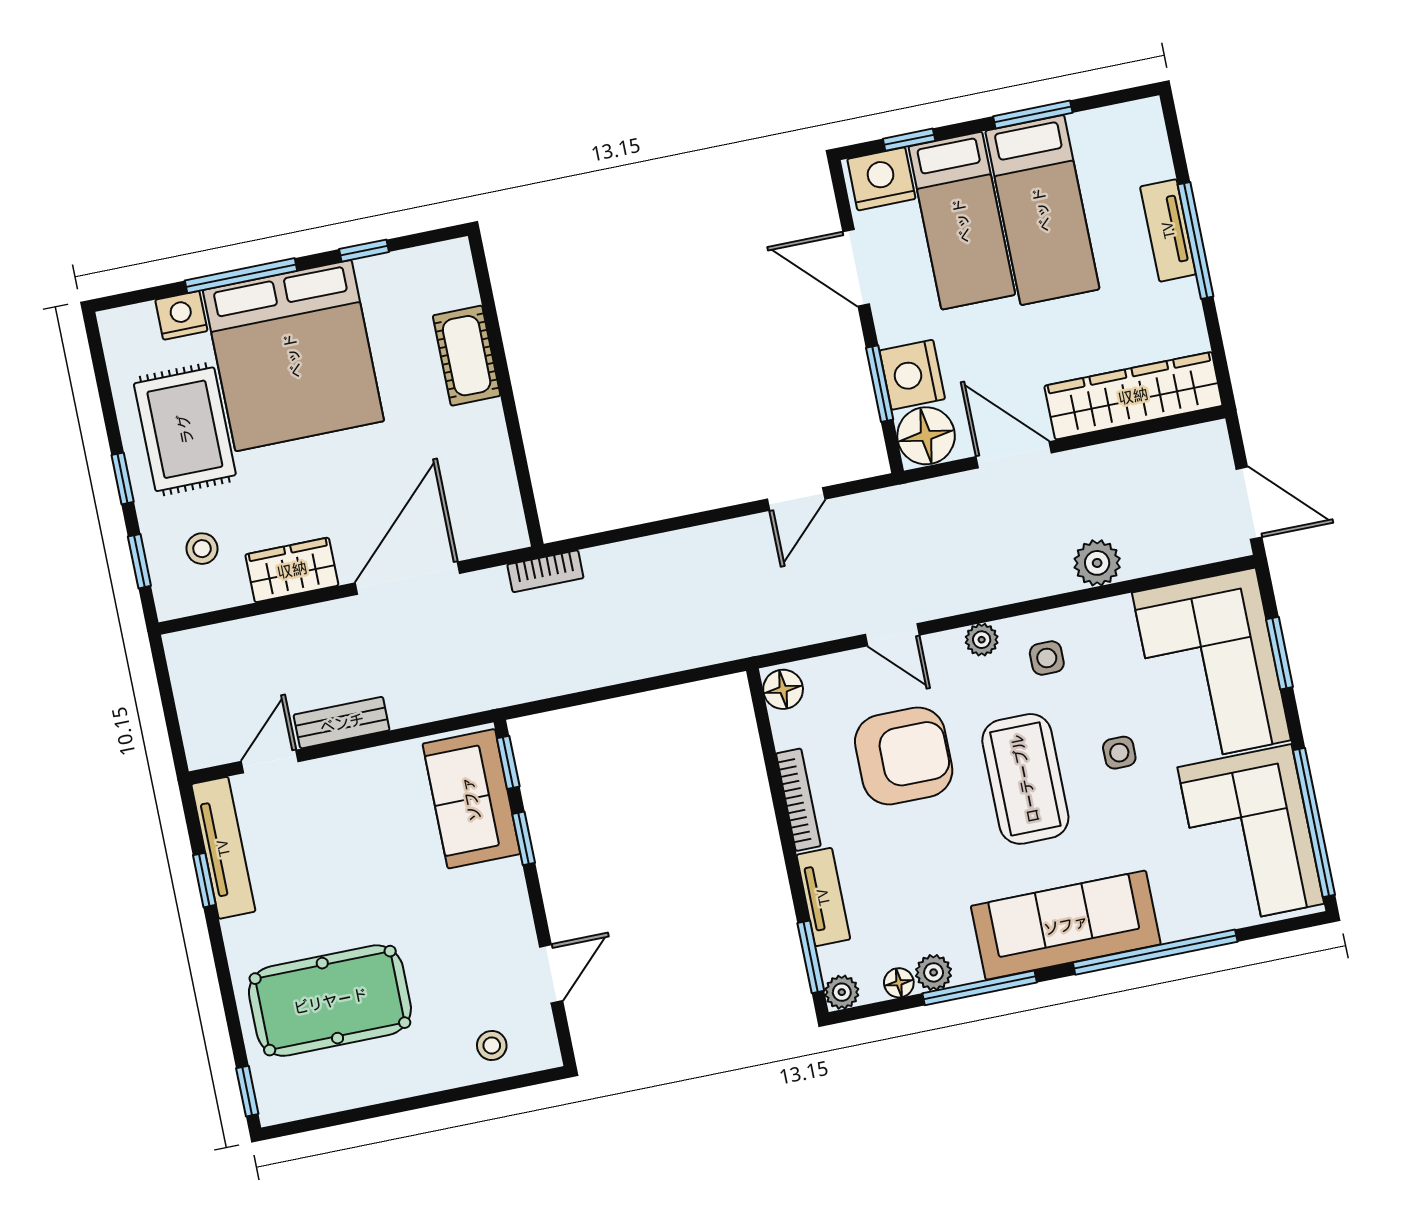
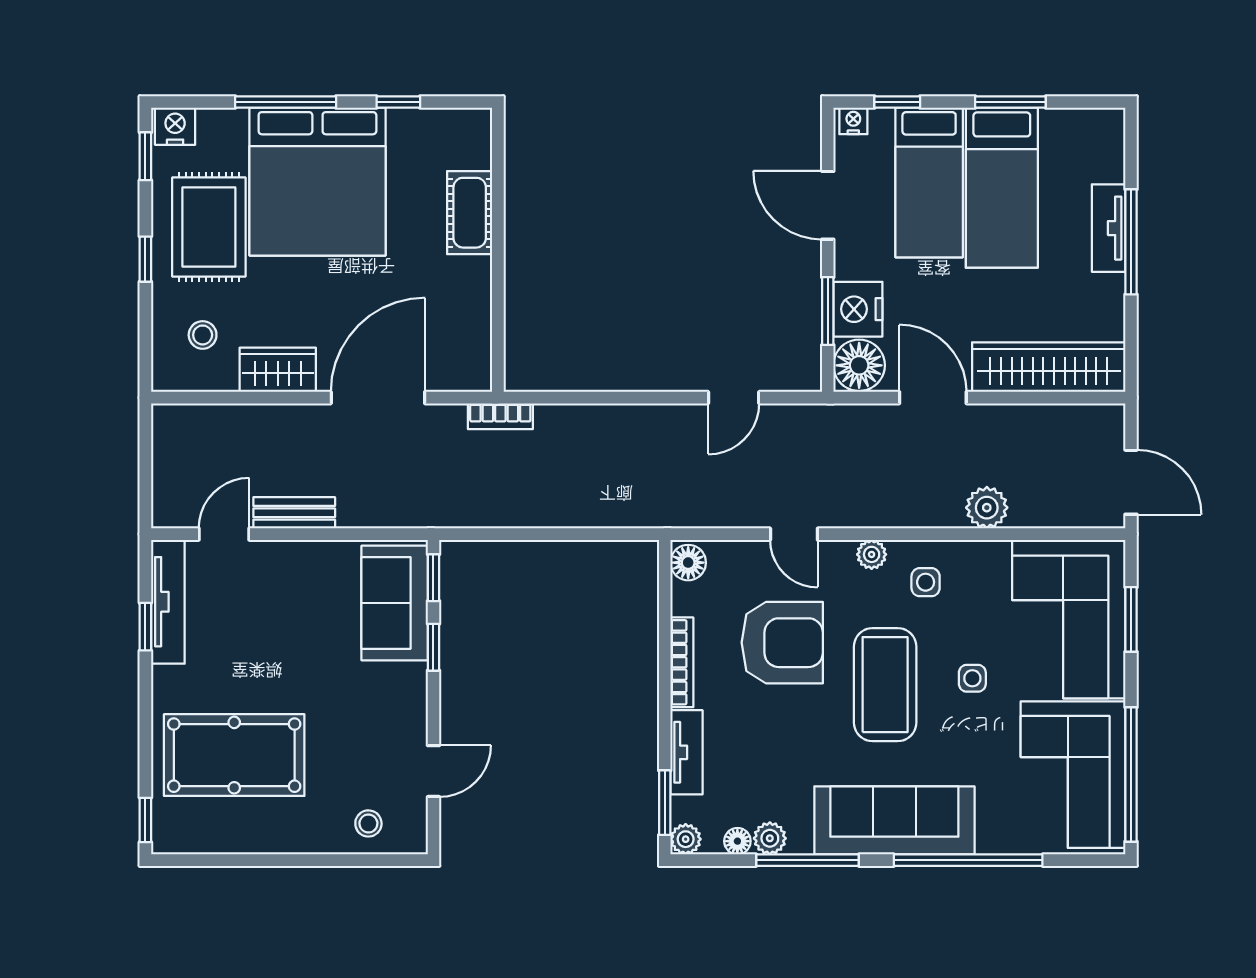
nightstand: (881, 179) -> (853, 121), width x0.53, depth x0.56
nightstand: (181, 315) -> (175, 126), moved
window: (139, 561) -> (145, 156), moved

